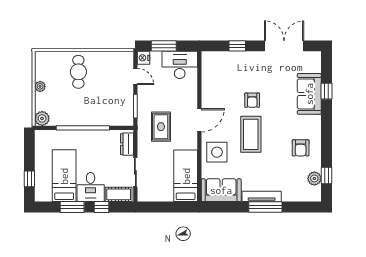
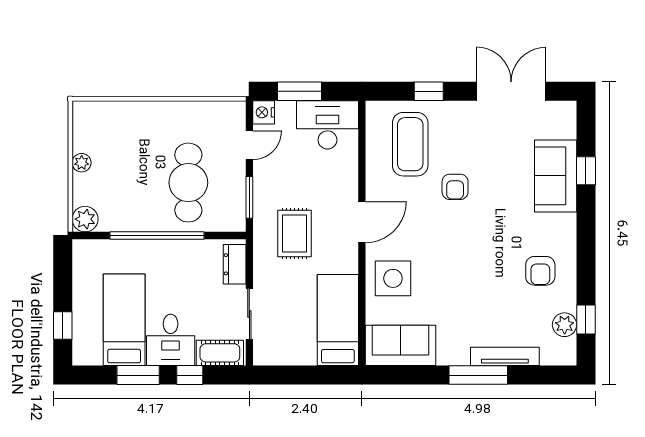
cafe table: (78, 72) -> (188, 183), moved, width x1.37, depth x1.35
door: (135, 77) -> (249, 145), hinge flipped
coffee table: (251, 134) -> (410, 144), moved
tv unit: (262, 196) -> (505, 356), moved

